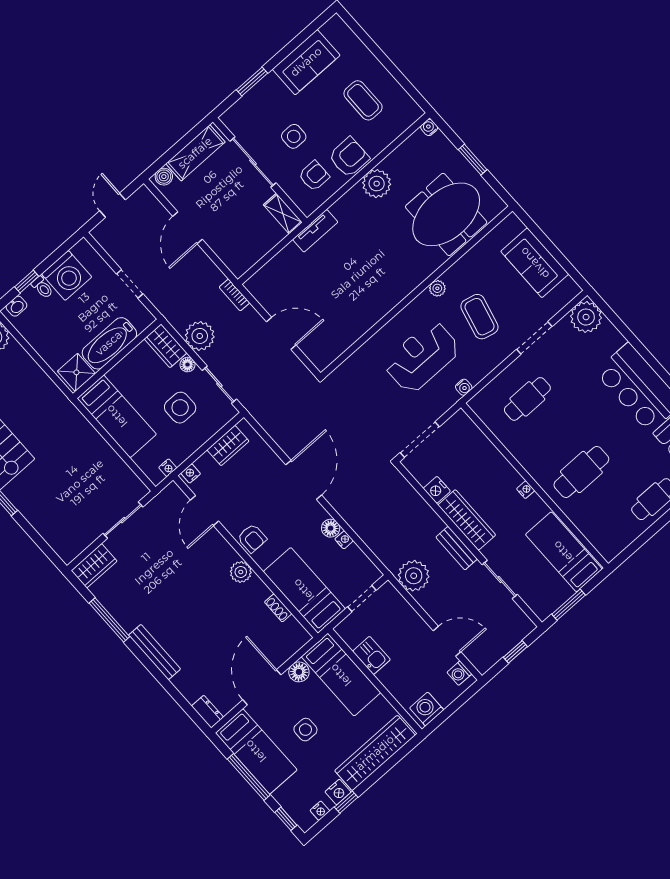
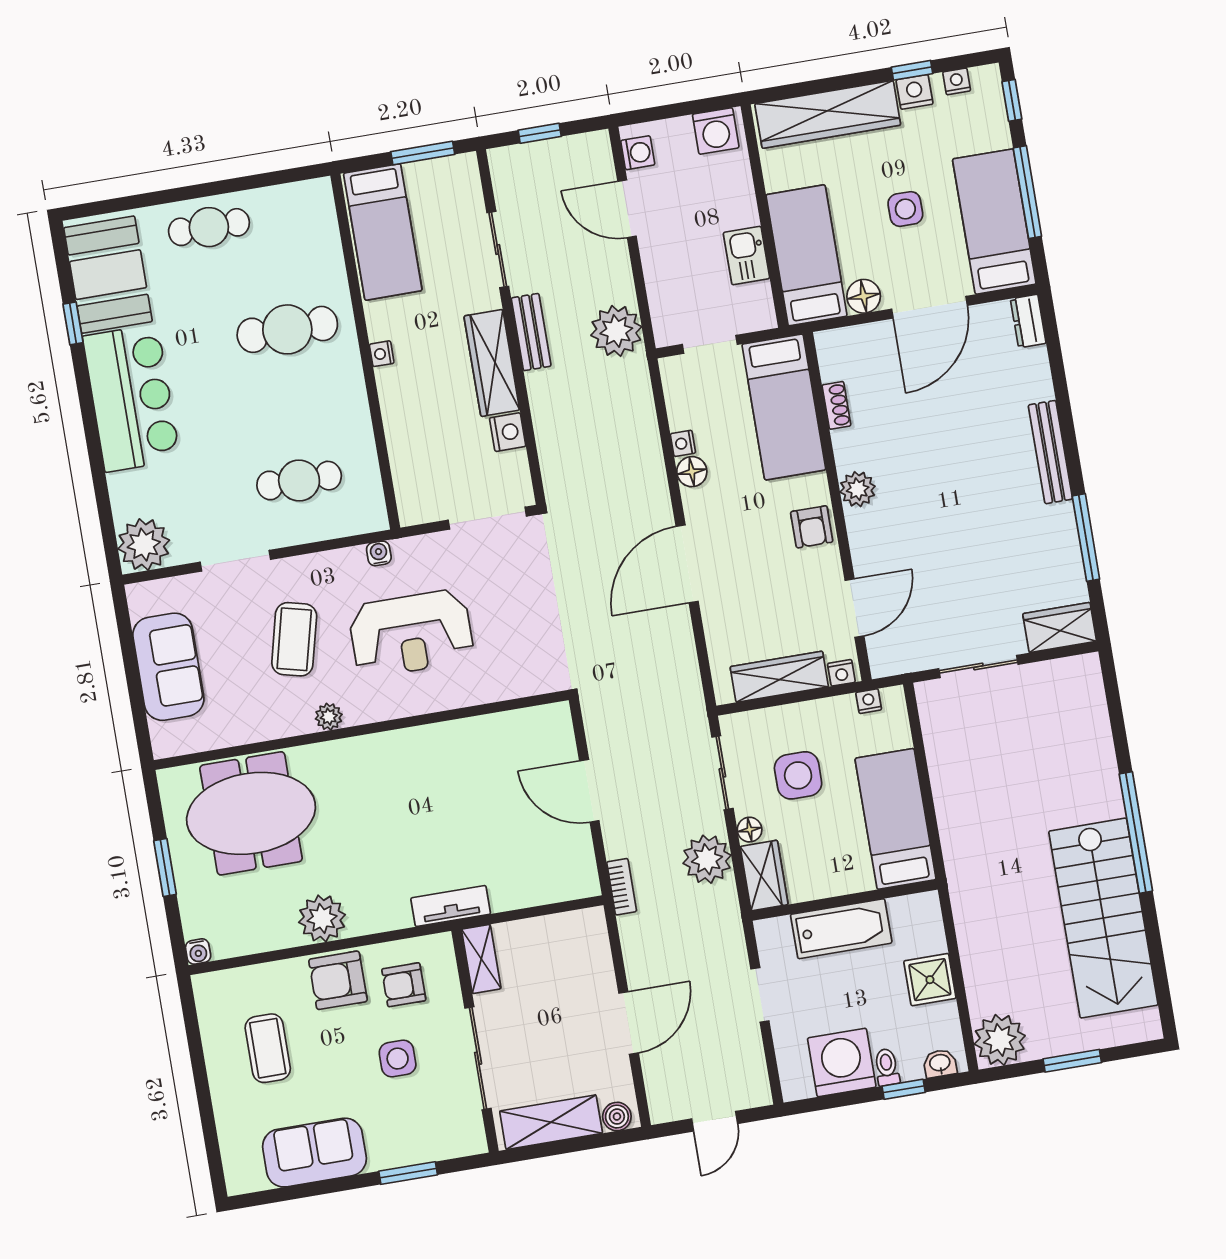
shower: (76, 372) -> (930, 980), moved
wardrobe: (228, 446) -> (779, 677), width x1.50
armchair: (252, 538) -> (812, 527), turned 180

